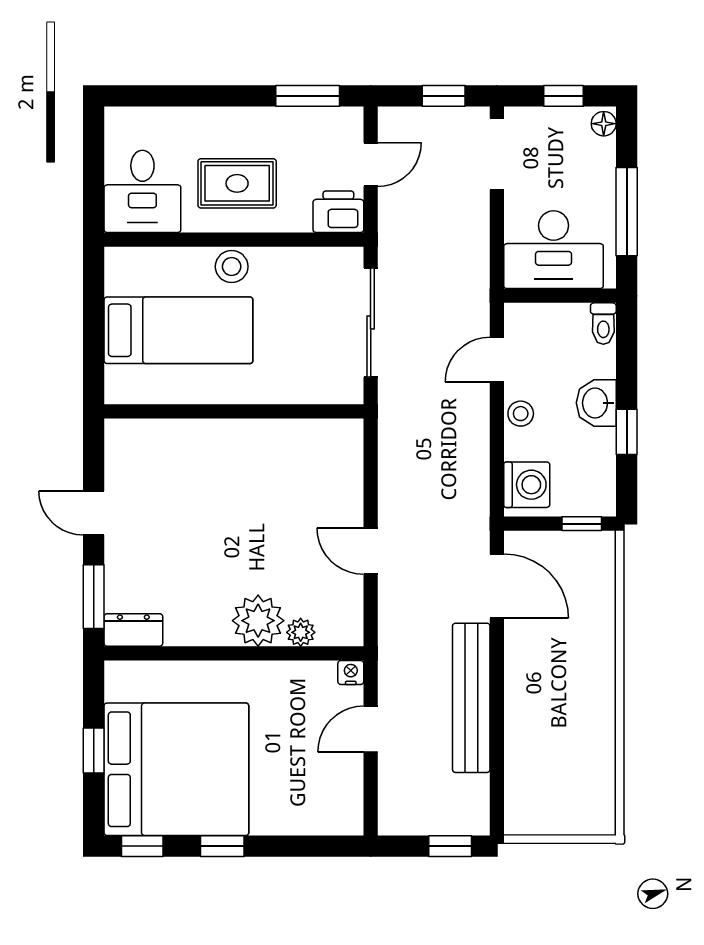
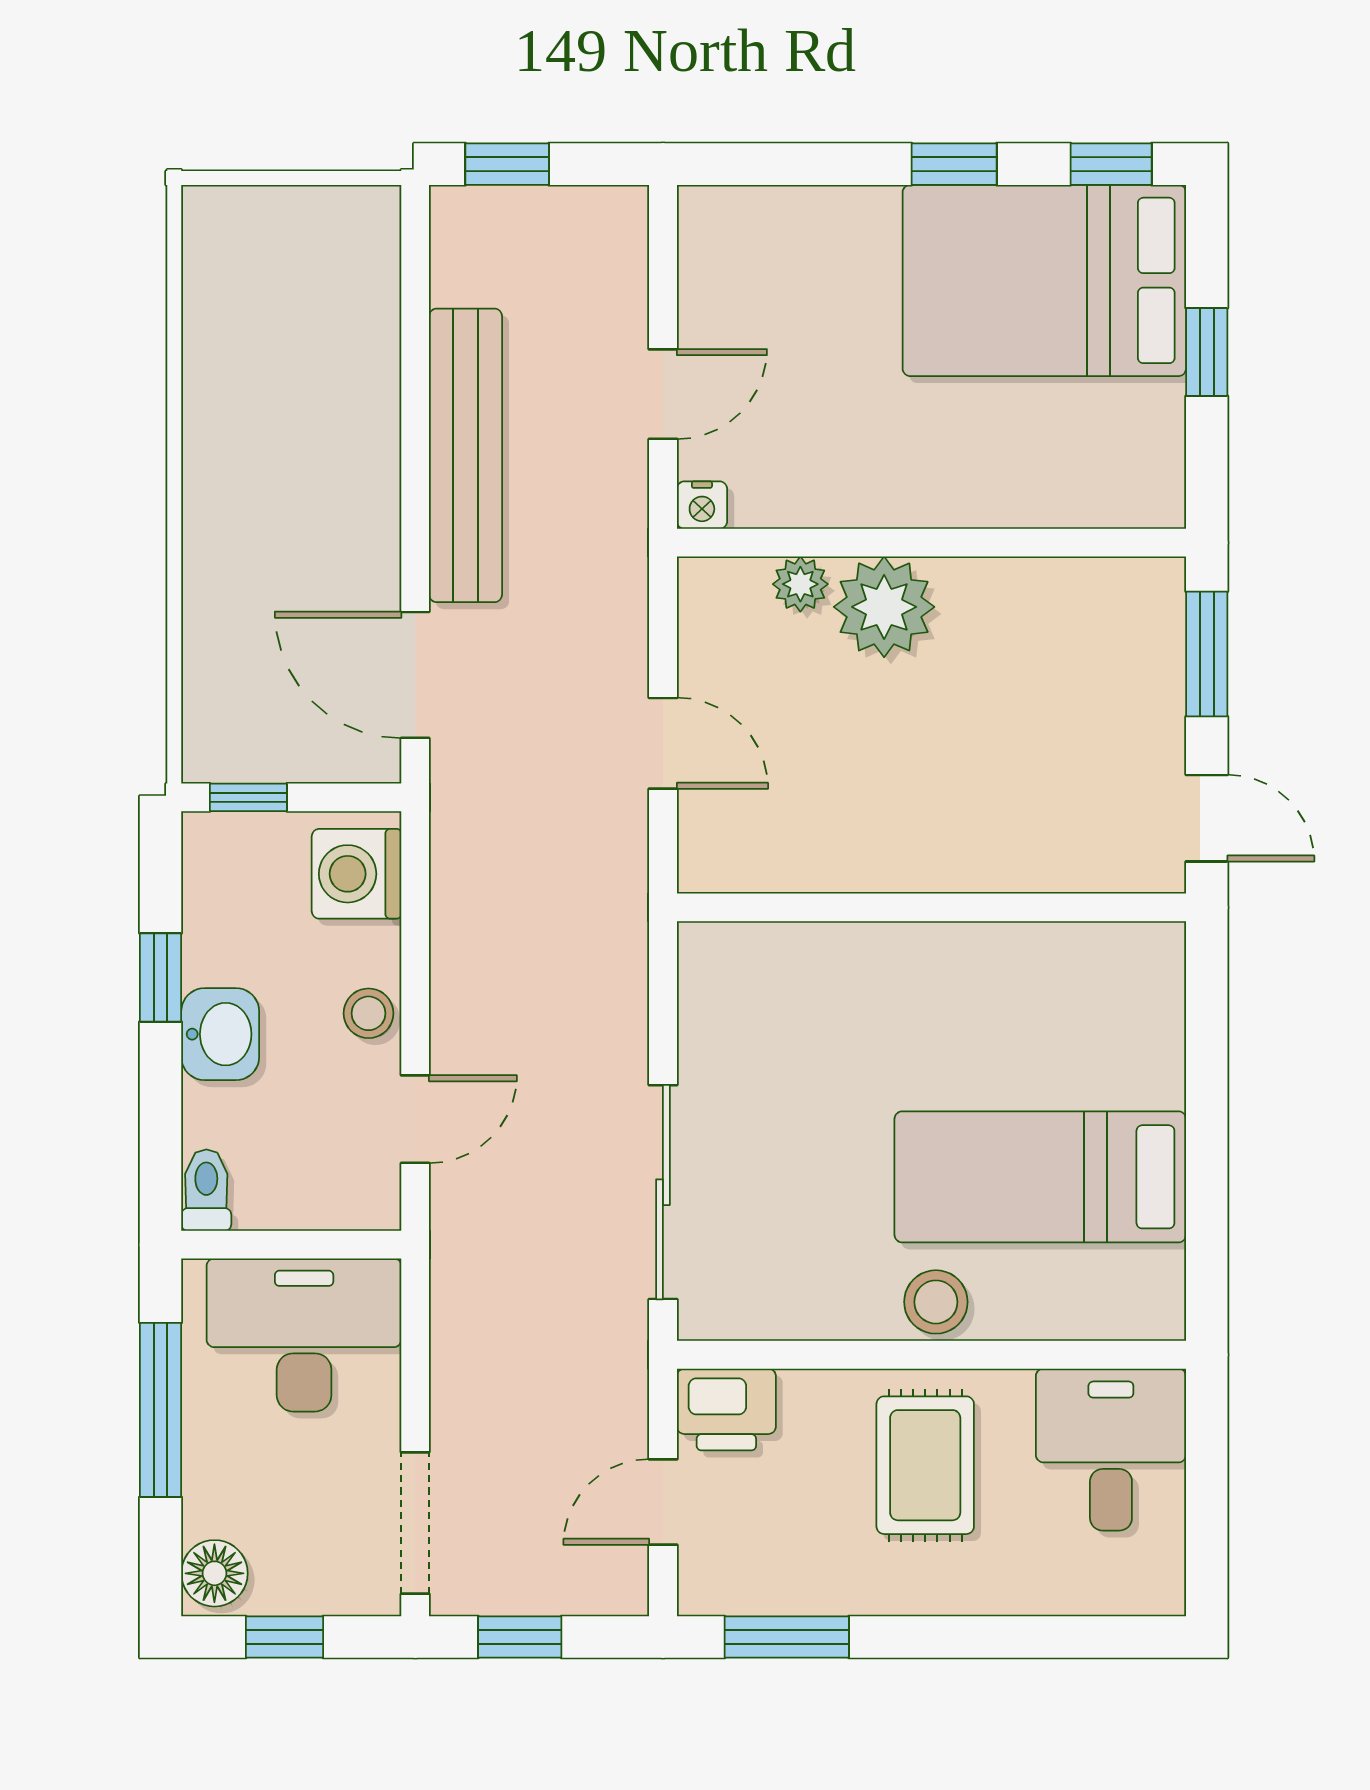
floor lamp: (604, 124) -> (214, 1573), width x1.37, depth x1.37
rug: (237, 183) -> (925, 1465), turned 90
wall: (234, 411) -> (931, 907), moved
dresser: (133, 630) -> (1129, 589), removed
bed: (176, 769) -> (1044, 280), width x0.73

